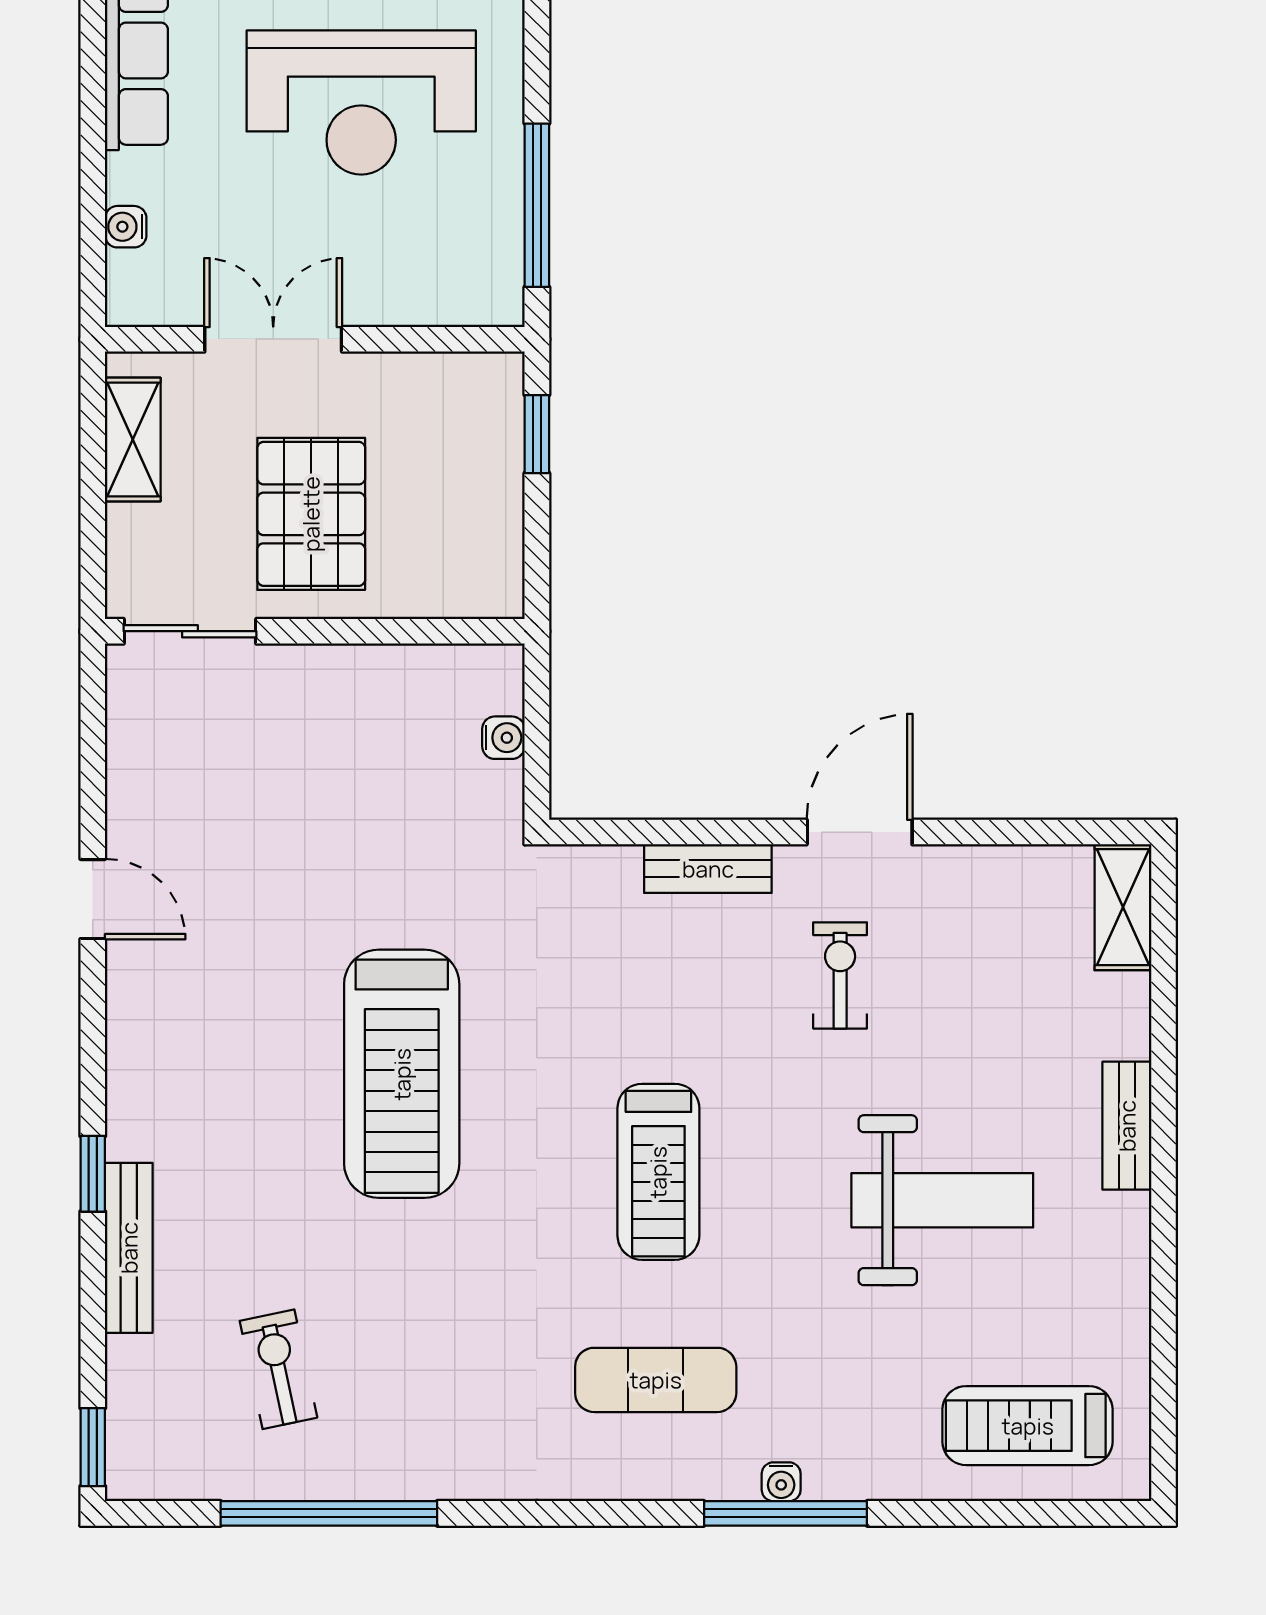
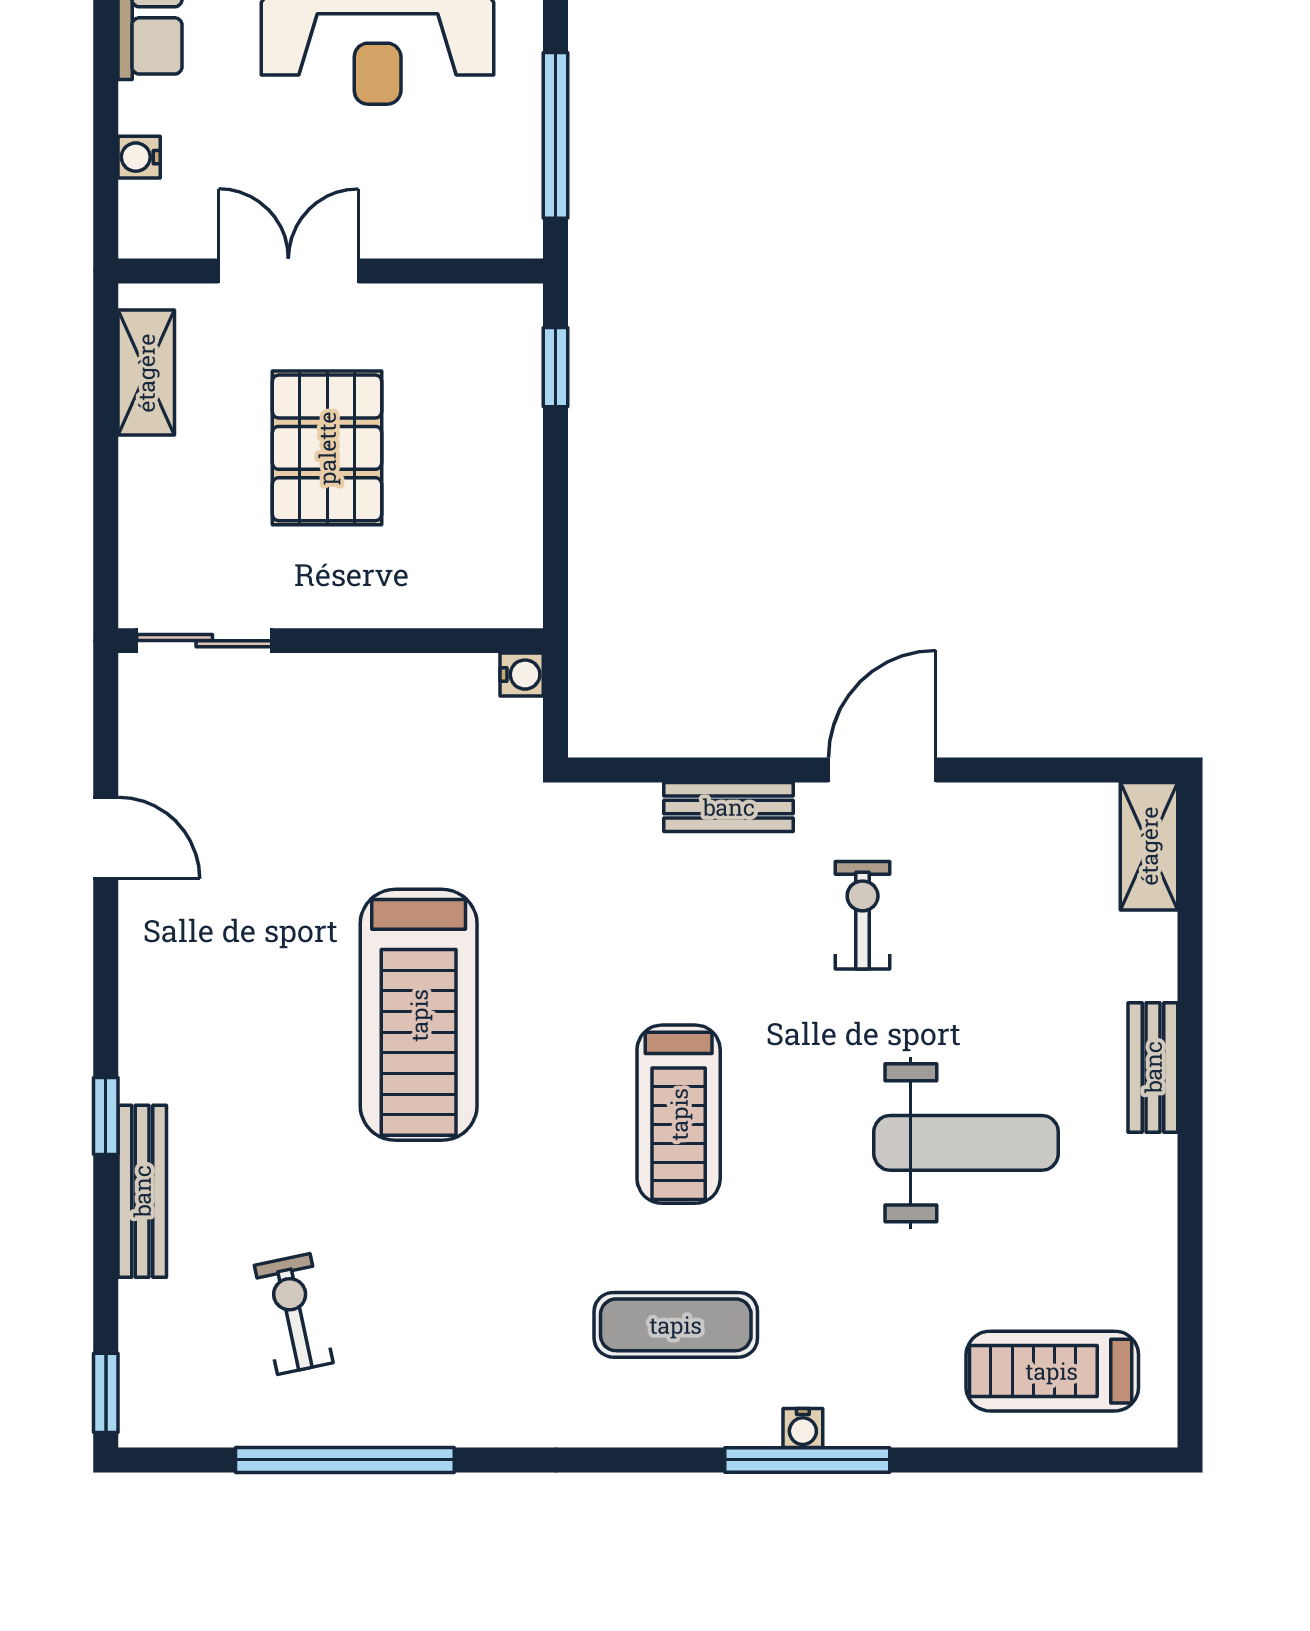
sliding door: (190, 631) -> (204, 641), moved
wall: (315, 631) -> (331, 641), moved

